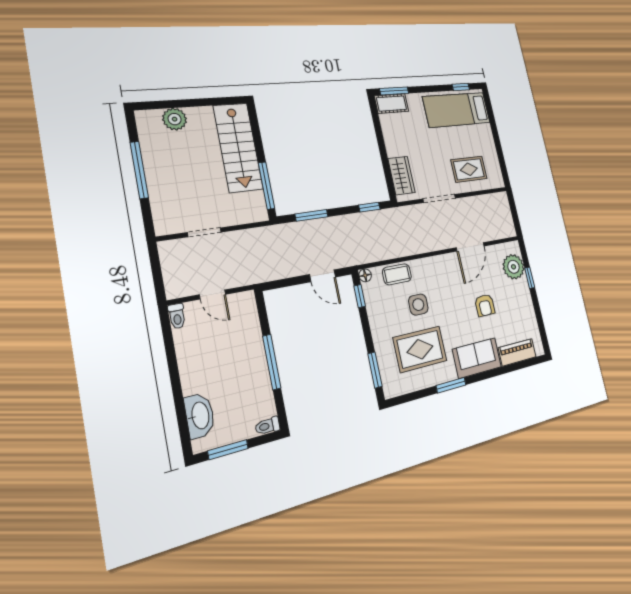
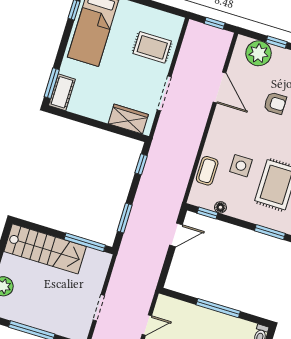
rug: (469, 169) -> (152, 47), turned 90
window: (515, 215) -> (215, 23), added
floor lamp: (365, 275) -> (220, 207), moved

